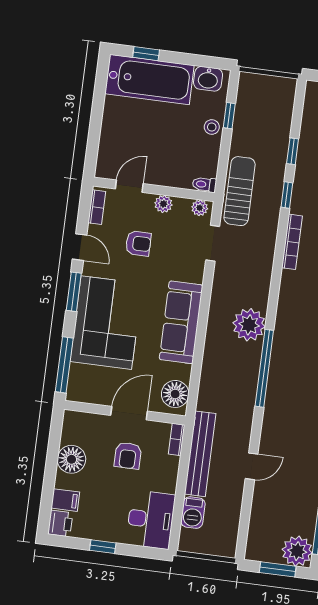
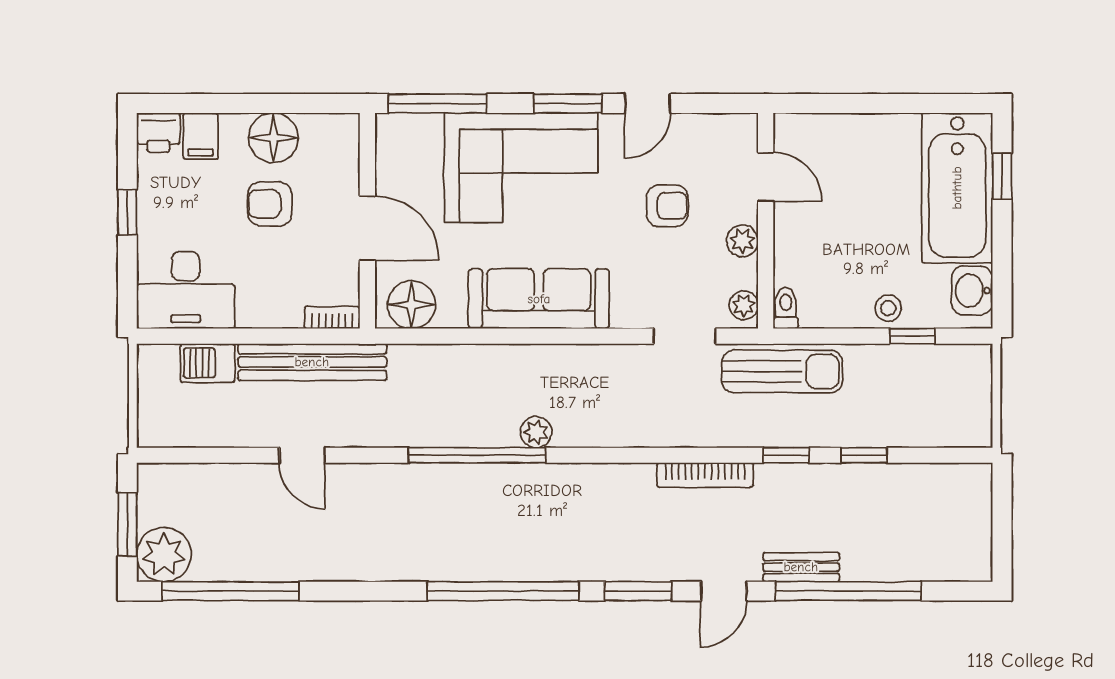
bookcase: (97, 207) -> (721, 125), removed
armchair: (138, 243) -> (667, 206), turned -90
plant: (249, 325) -> (536, 432), width x0.53, depth x0.53
armchair: (128, 456) -> (270, 204), moved

